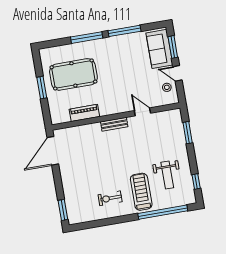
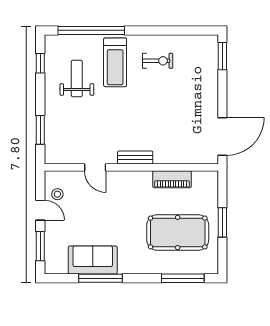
window: (87, 38) -> (183, 278), moved
sofa: (159, 49) -> (93, 260), moved, turned -90

